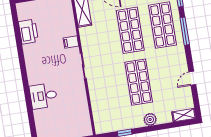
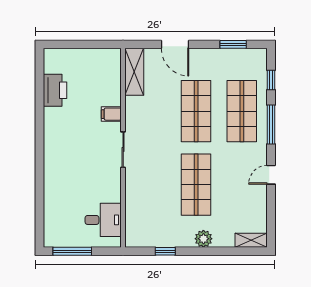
door: (192, 78) -> (271, 175), moved
desk: (43, 96) -> (103, 220), moved, turned 180

